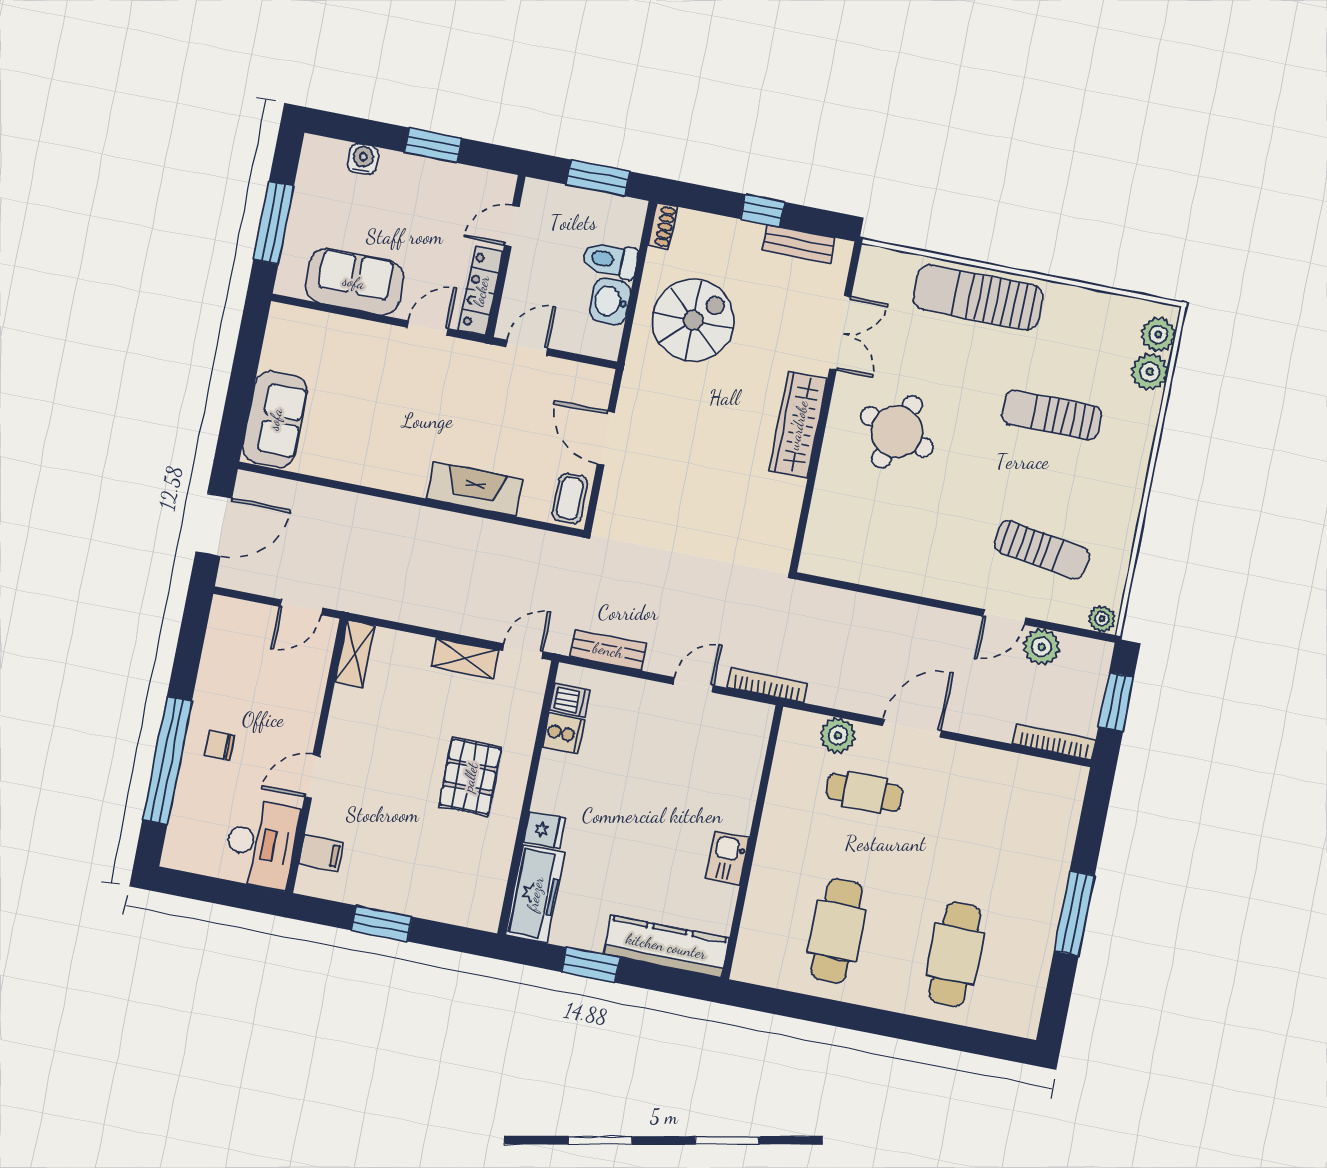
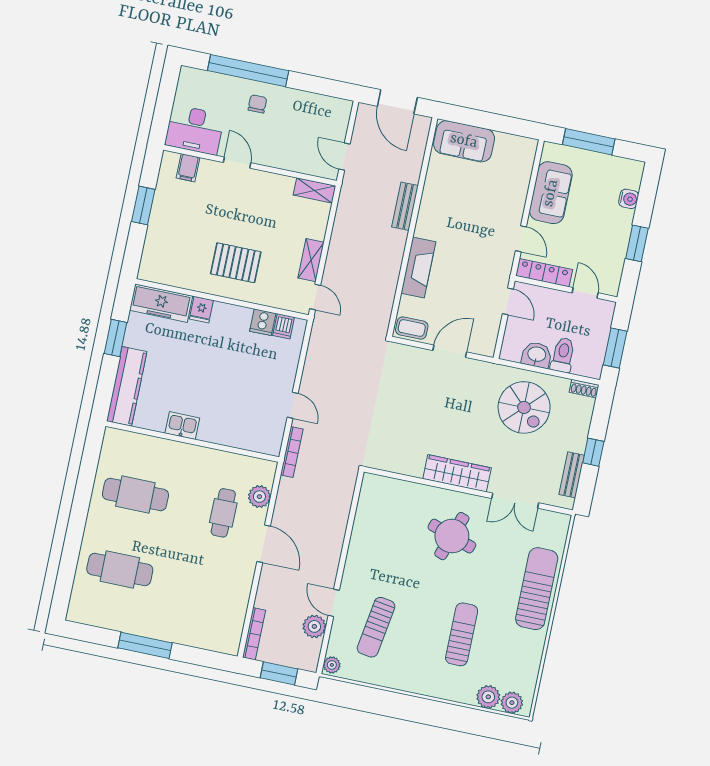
bench: (608, 650) -> (405, 206), moved

